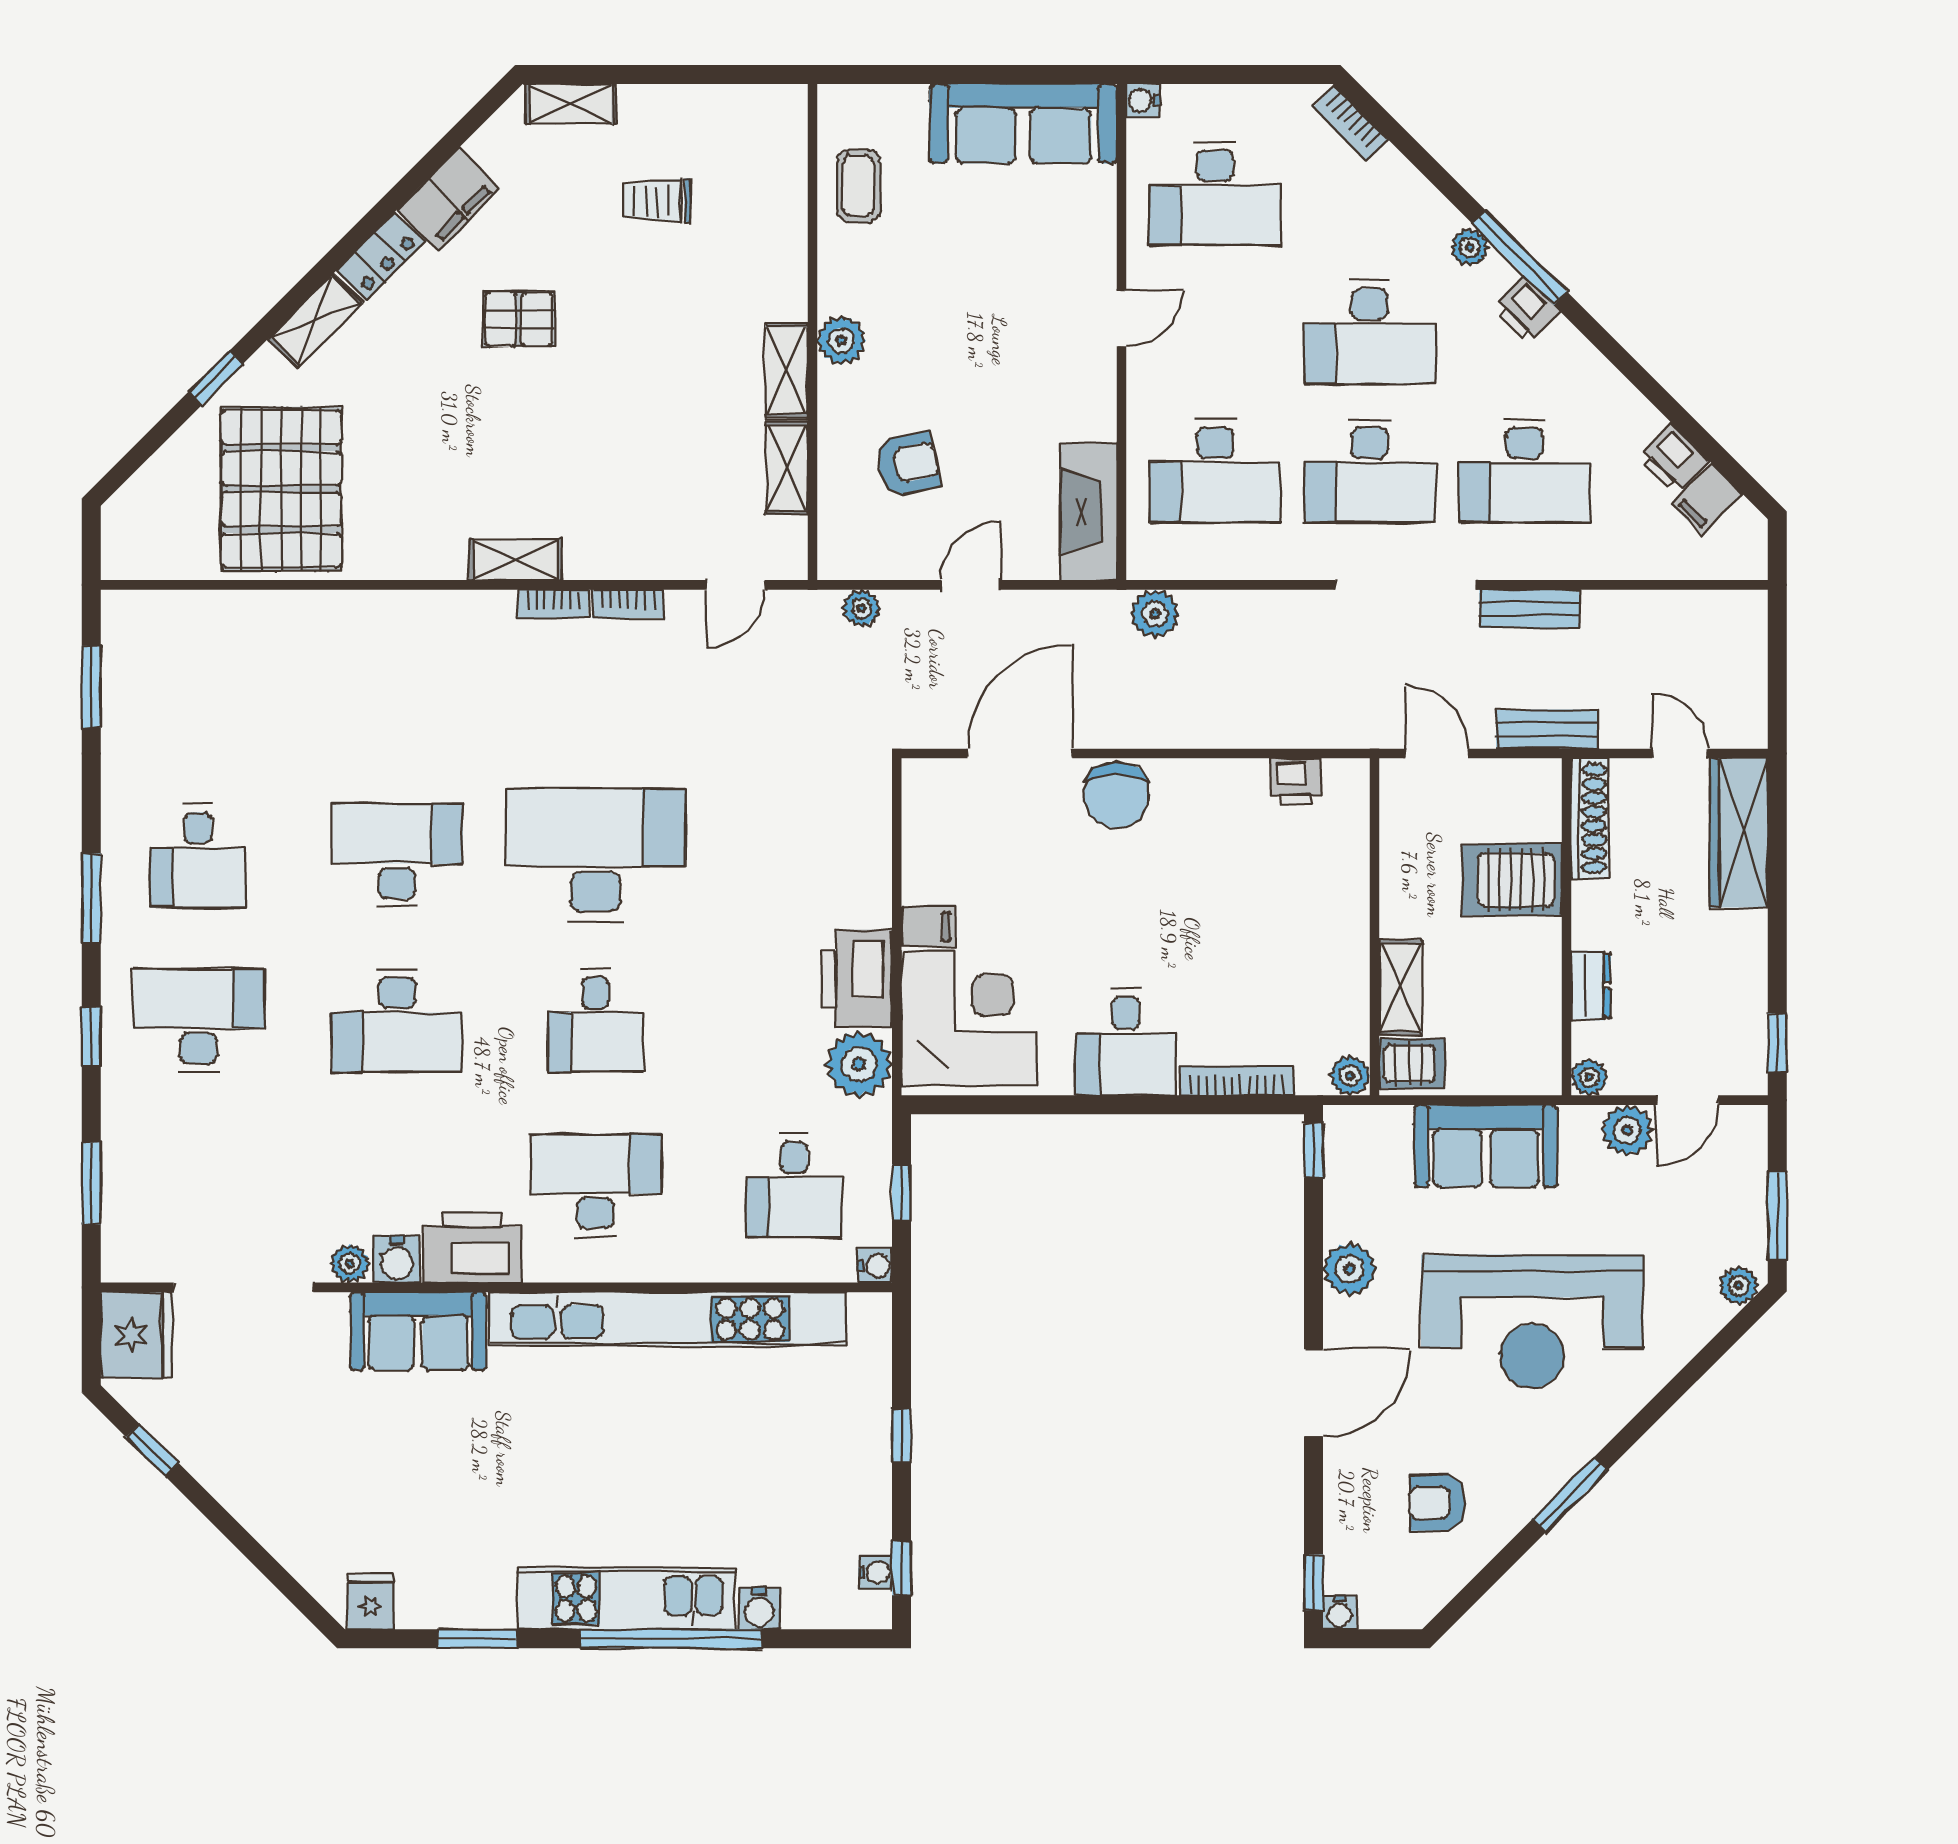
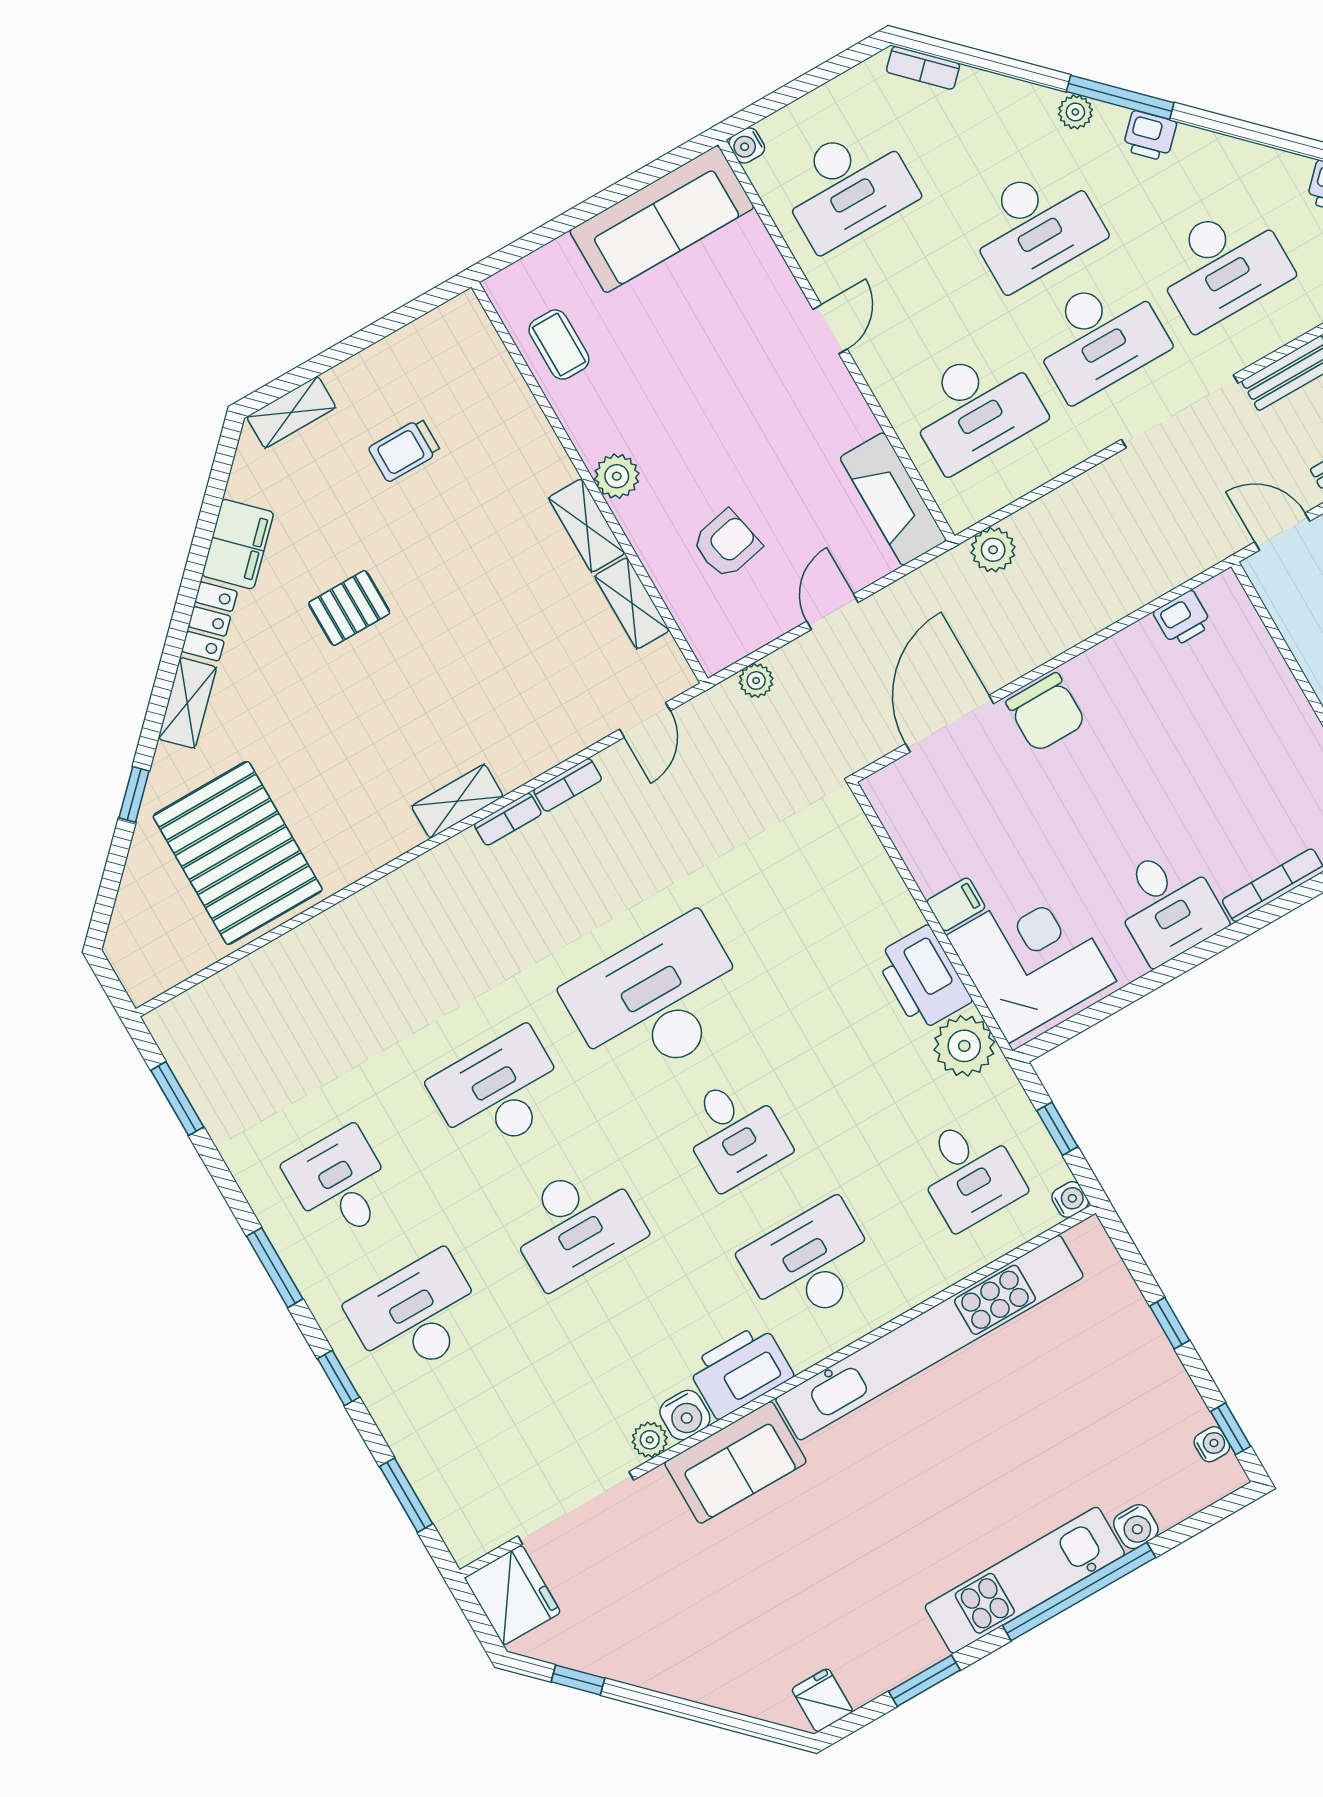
desk: (198, 856) -> (341, 1184), turned 180

